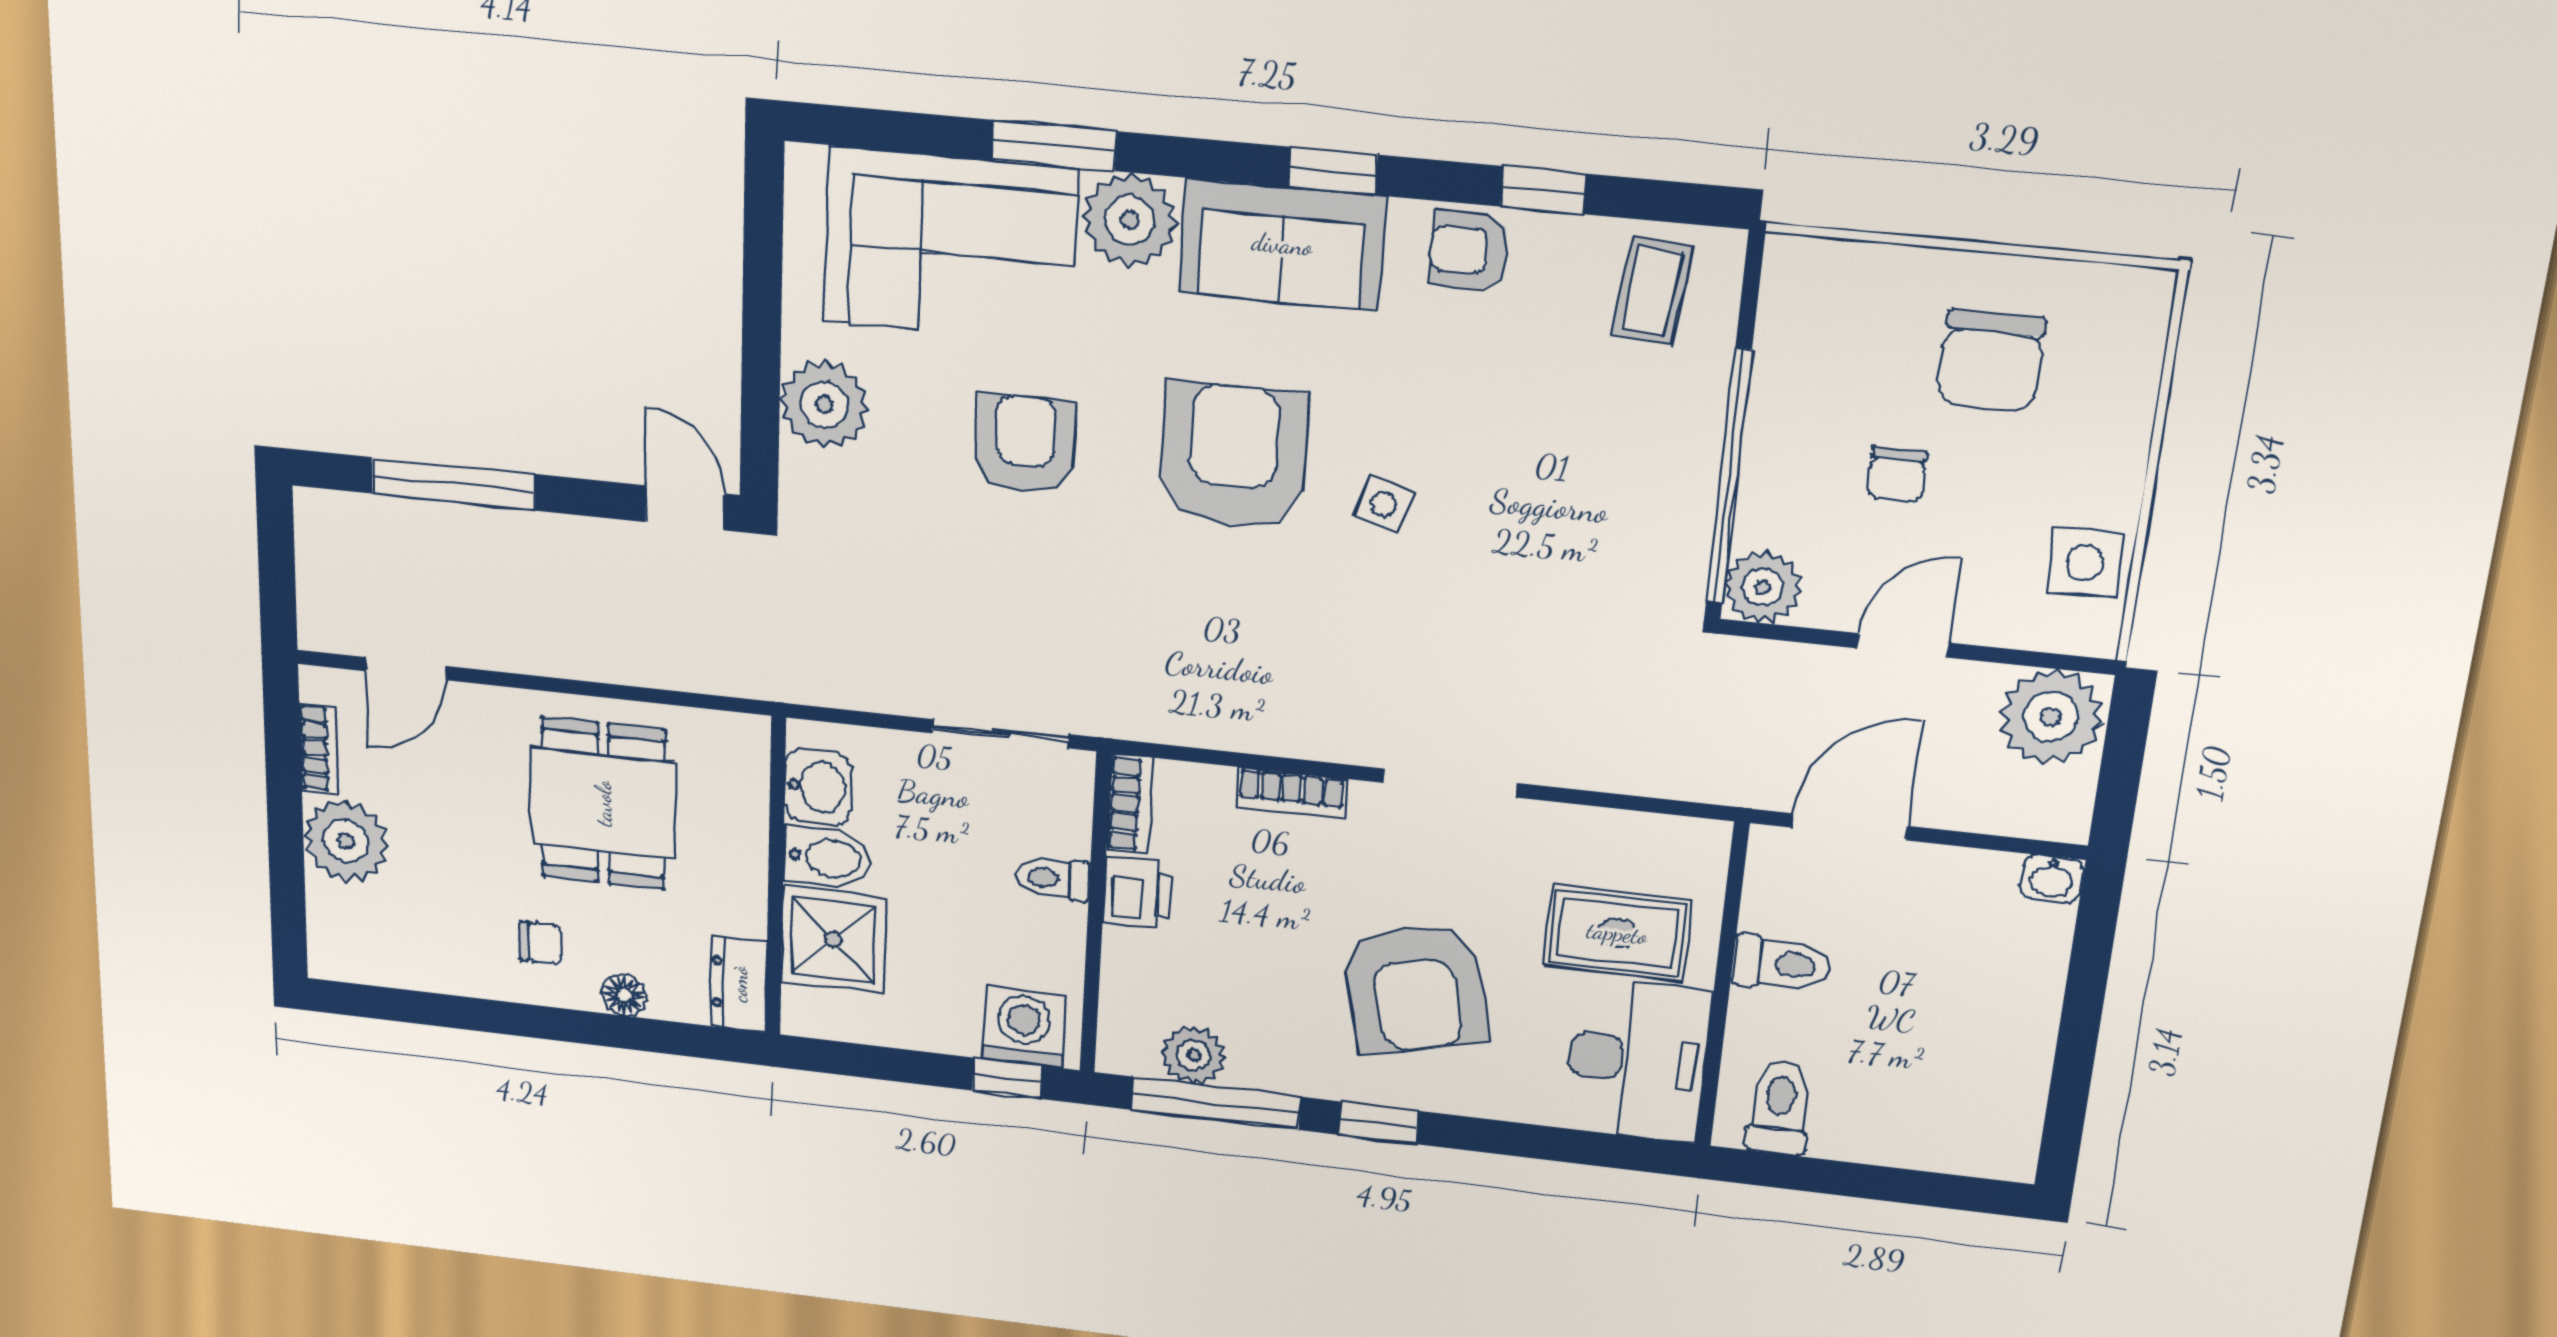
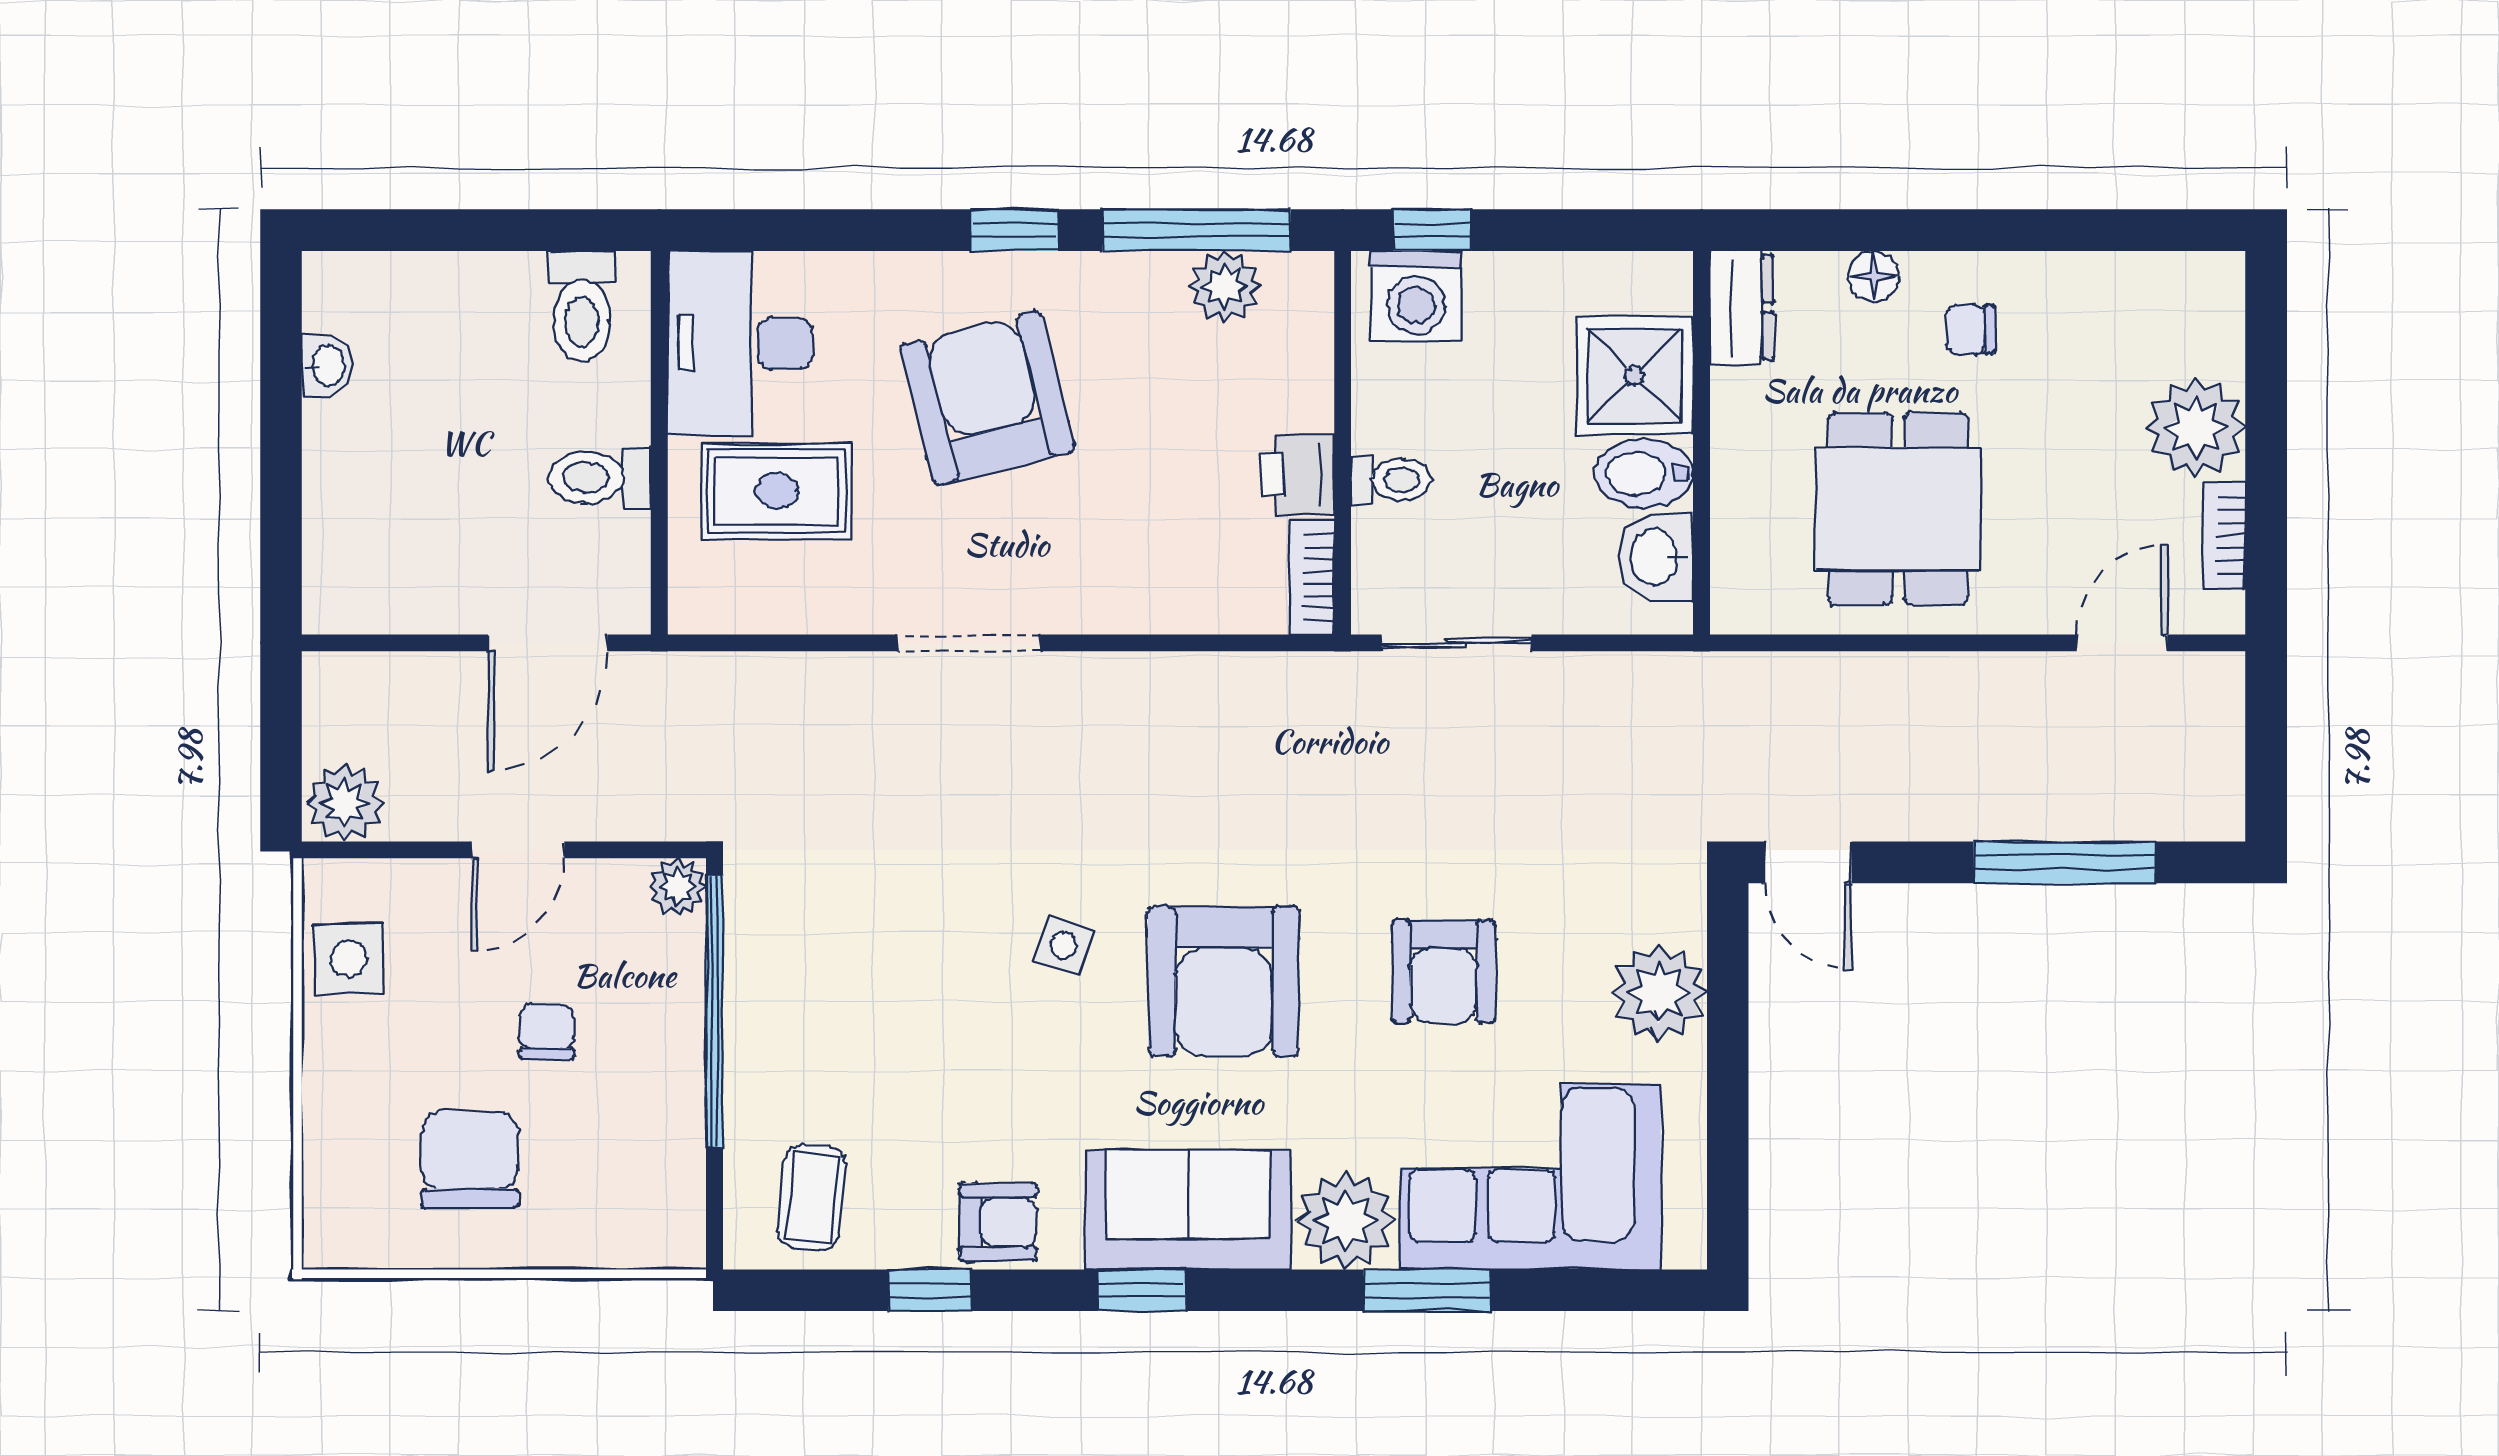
plant: (1763, 587) -> (678, 887), width x0.73, depth x0.73
plant: (2051, 717) -> (345, 803), width x0.73, depth x0.73
bookcase: (1291, 793) -> (1138, 611), removed
washbasin: (2052, 879) -> (327, 366), moved, turned 90

